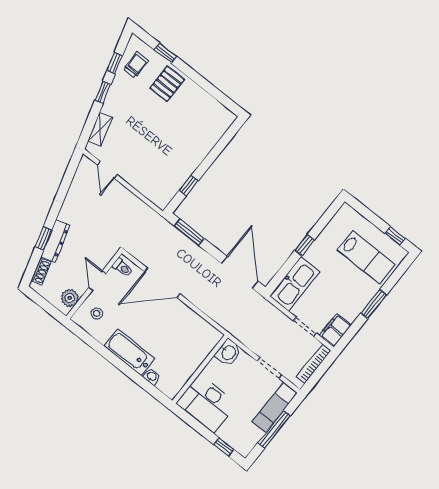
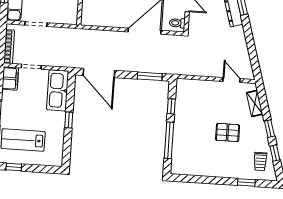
pallet: (167, 84) -> (228, 132), moved, turned 90
window: (215, 152) -> (169, 140), added
washbasin: (228, 352) -> (70, 15), removed

